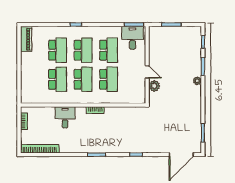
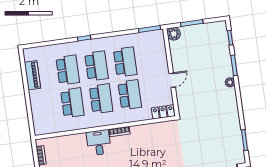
desk: (133, 38) -> (150, 44), removed
piano: (26, 39) -> (32, 75), moved
door: (147, 72) -> (172, 80), hinge flipped
plant: (154, 86) -> (174, 34), moved
locker: (135, 98) -> (163, 112), added
desk: (65, 117) -> (99, 143), moved

